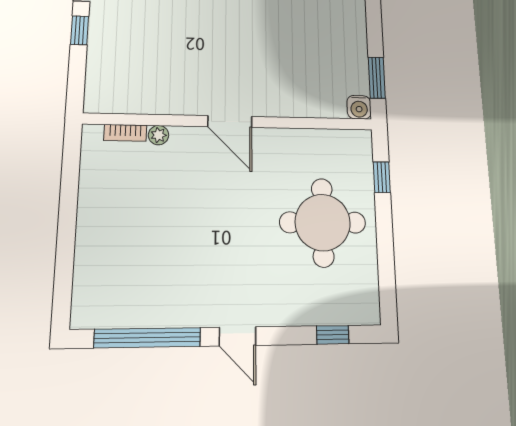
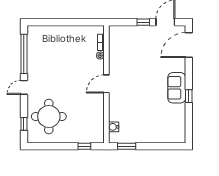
water cooler: (359, 107) -> (114, 127), moved
round table: (323, 222) -> (49, 117), moved

